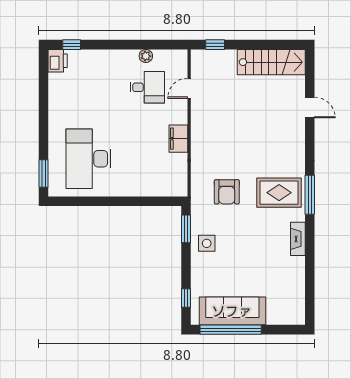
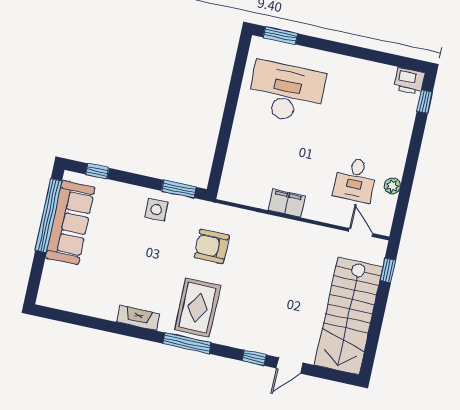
stairs: (271, 62) -> (349, 316), width x1.36, depth x1.51
door: (189, 88) -> (361, 232), moved
window: (310, 138) -> (254, 358), added

